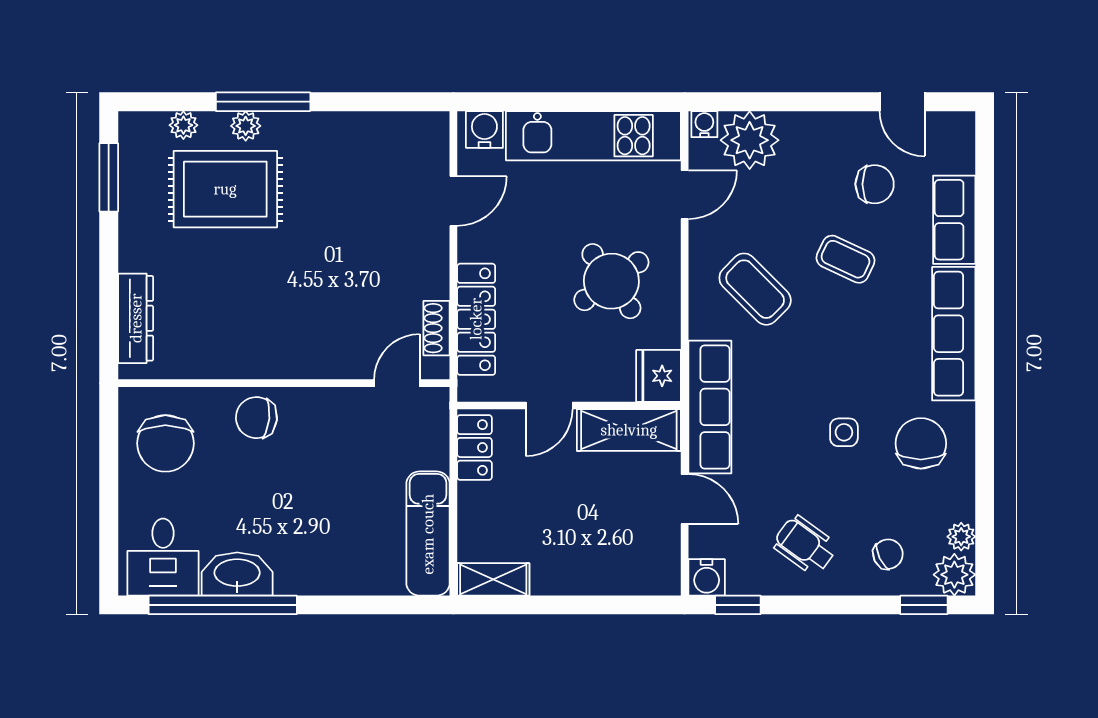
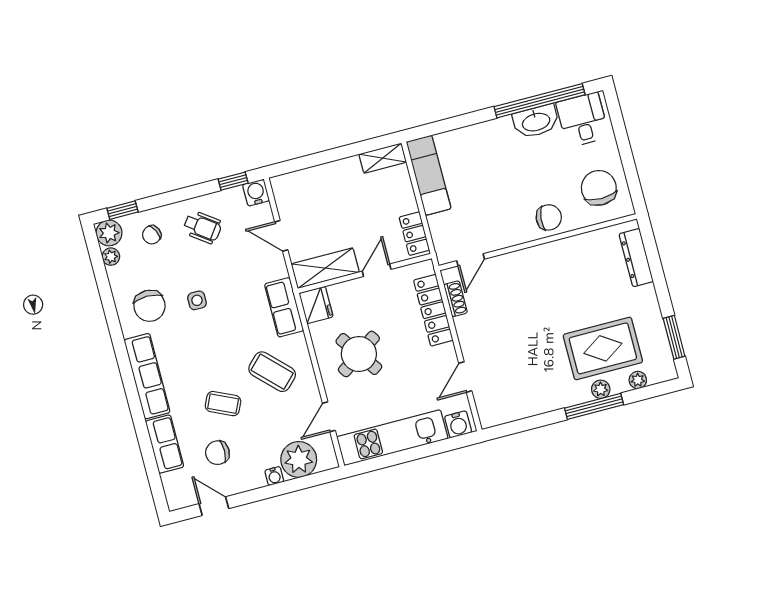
water cooler: (704, 124) -> (274, 476), moved
row of seats: (710, 407) -> (284, 307), width x0.68

